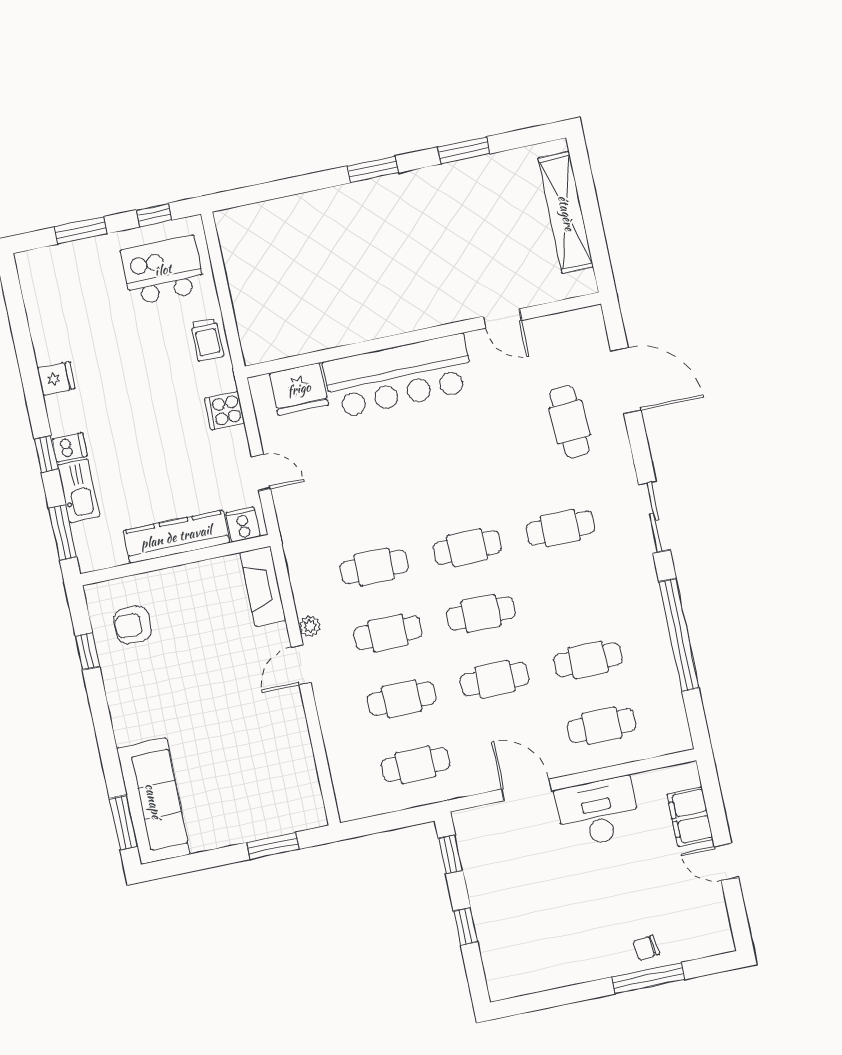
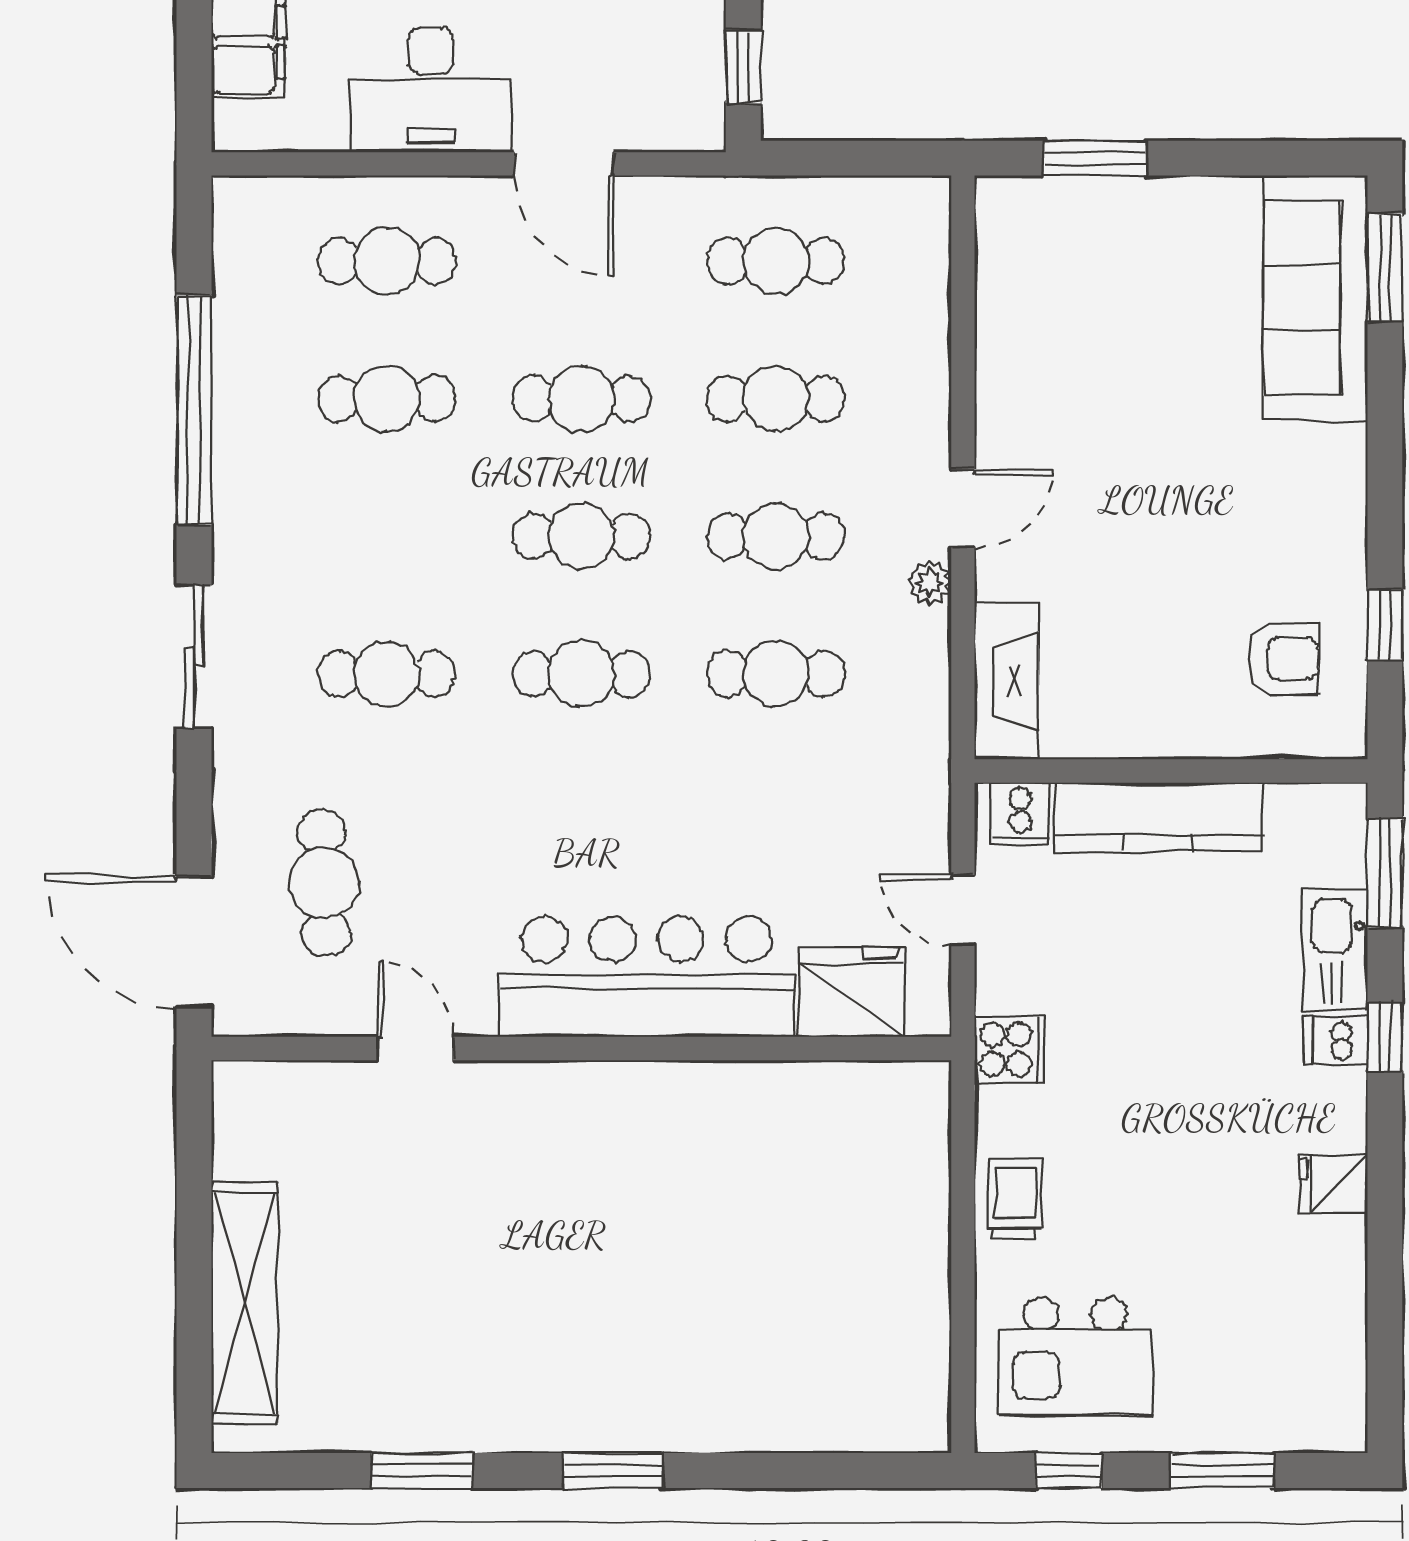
door: (502, 318) -> (415, 1048), moved
wall: (423, 335) -> (581, 1048), moved
bar counter: (399, 376) -> (647, 977), moved
fridge: (299, 389) -> (852, 992), moved

